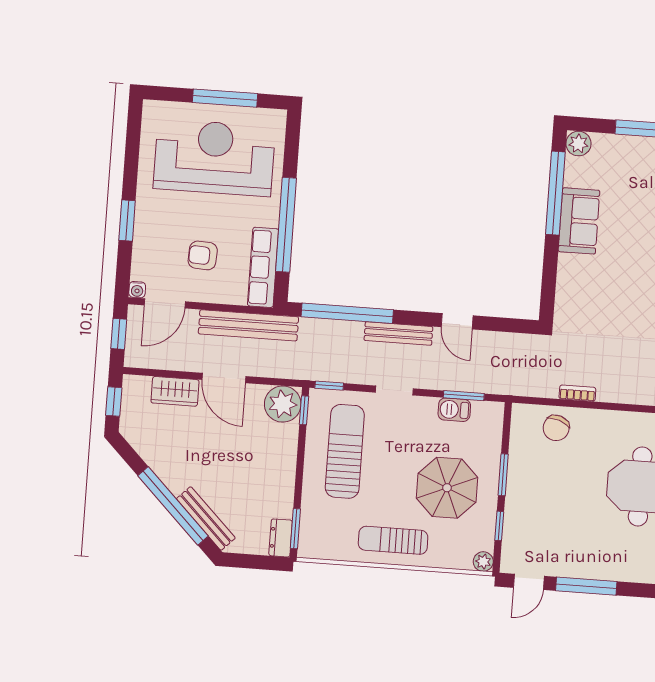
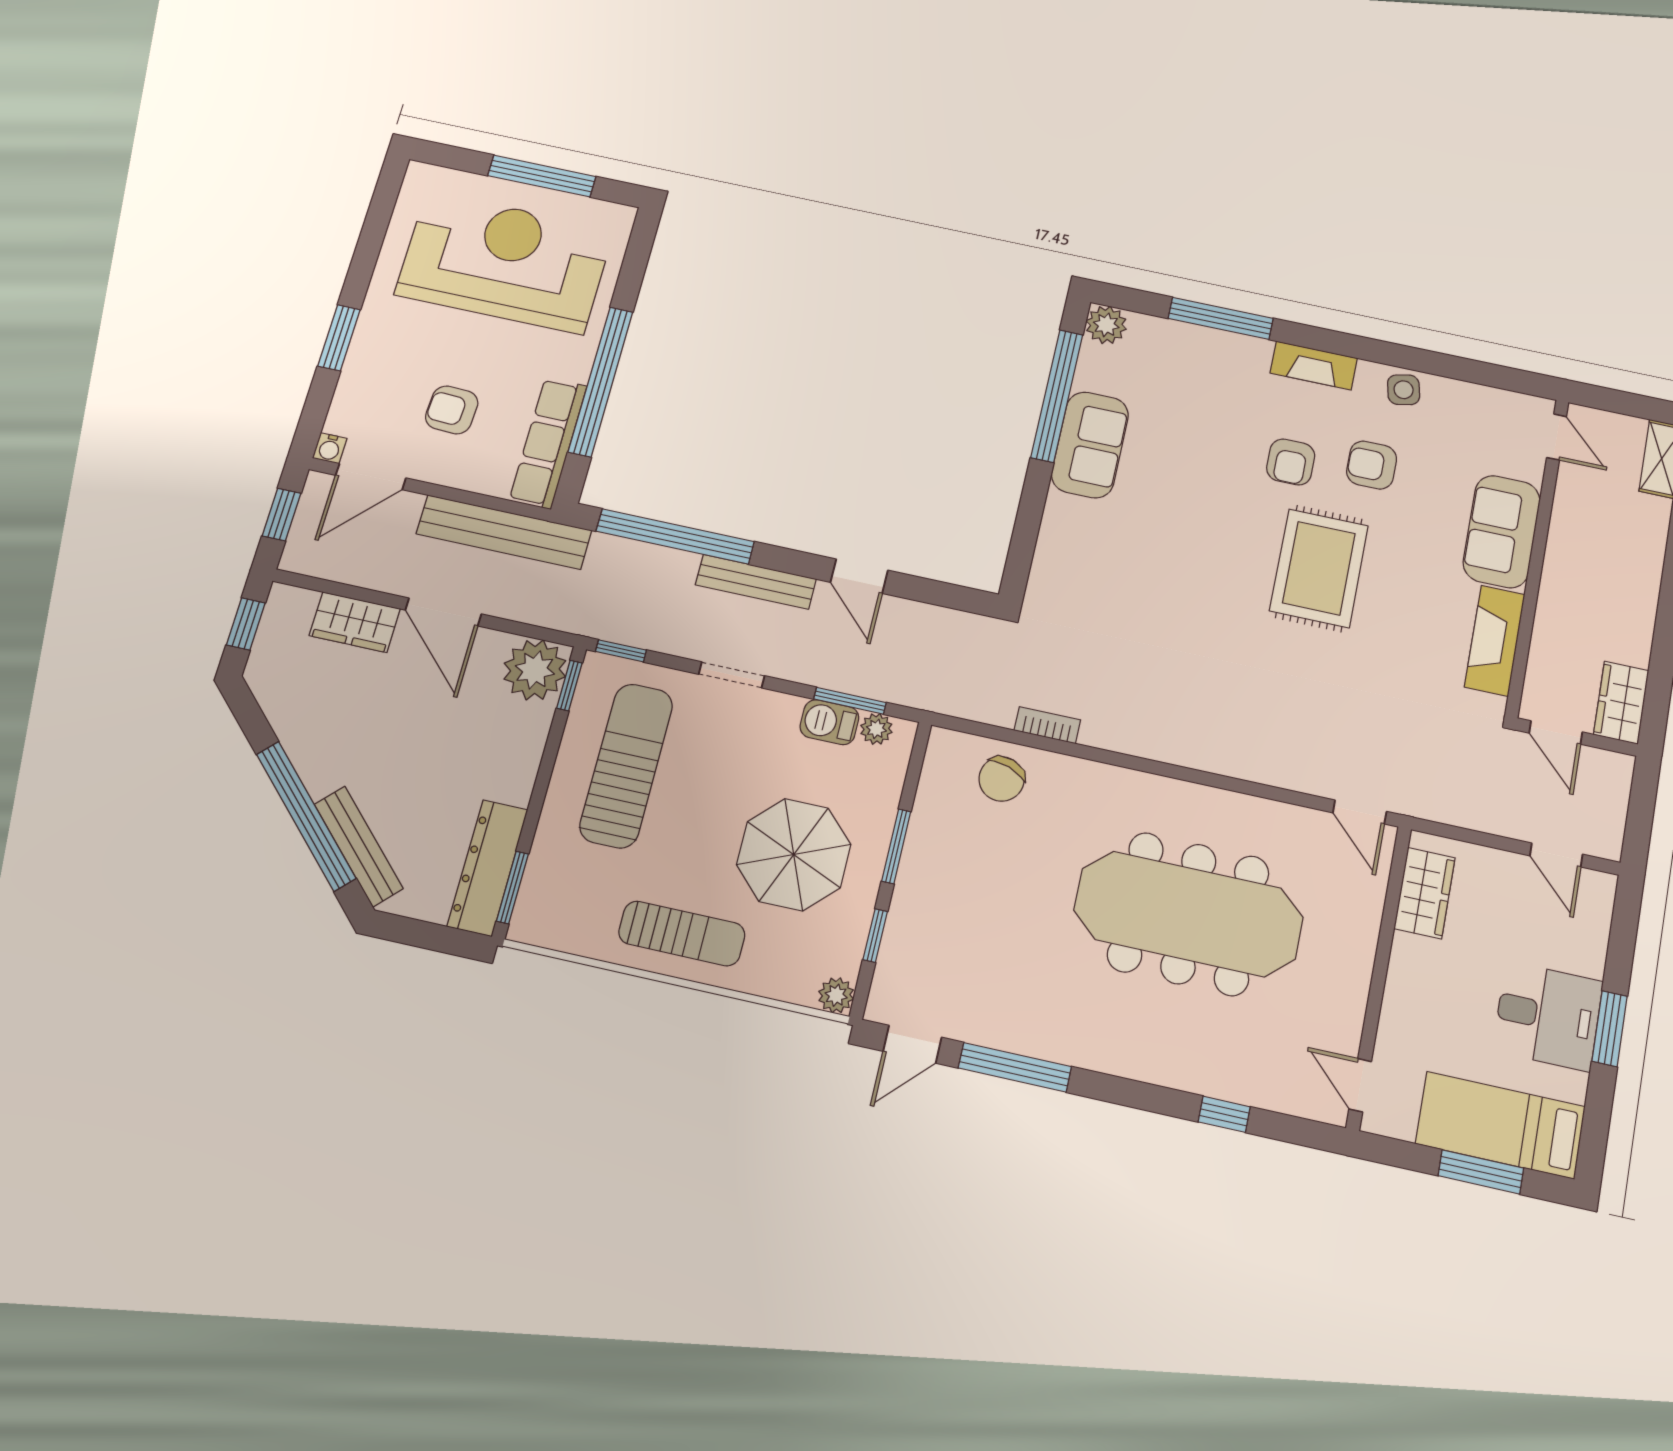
plant: (481, 410) -> (876, 729), added
dresser: (281, 538) -> (488, 868), width x1.96, depth x1.24
sun lounger: (393, 540) -> (682, 933), turned 180

